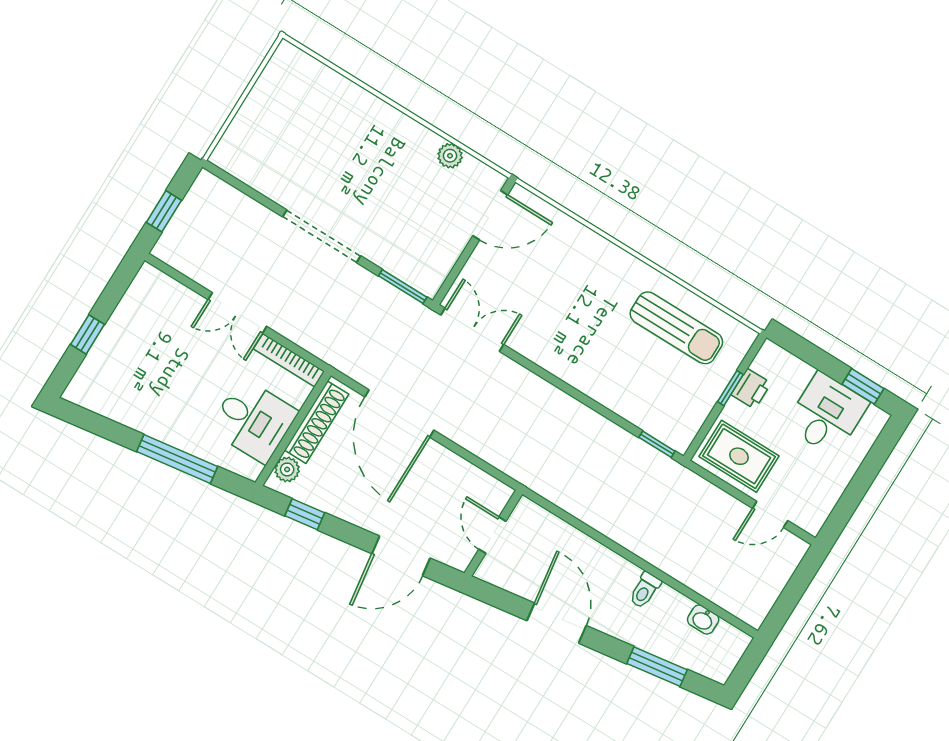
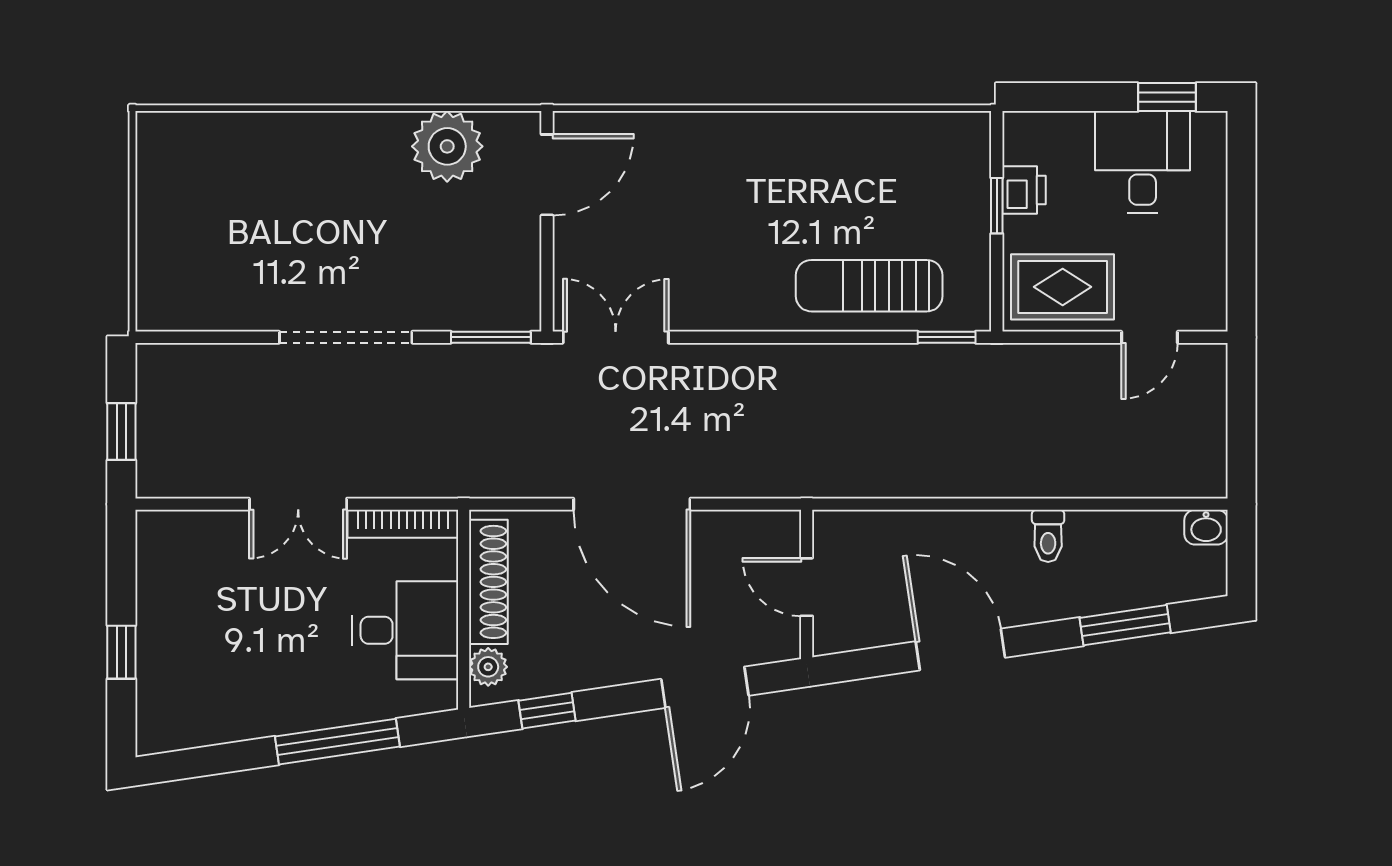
plant: (450, 156) -> (447, 146), width x1.87, depth x1.87
sun lounger: (676, 328) -> (869, 286), moved, turned 180
door: (399, 413) -> (632, 504), moved
washbasin: (703, 620) -> (1206, 527), moved

